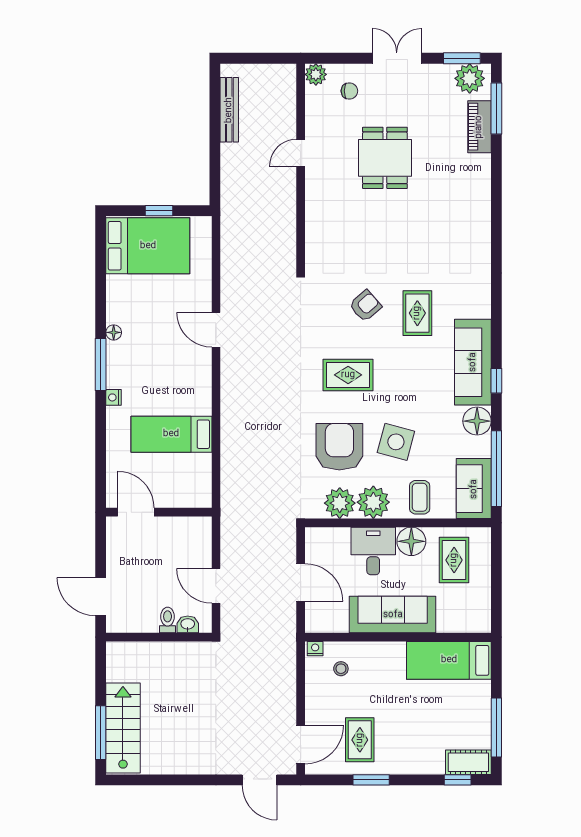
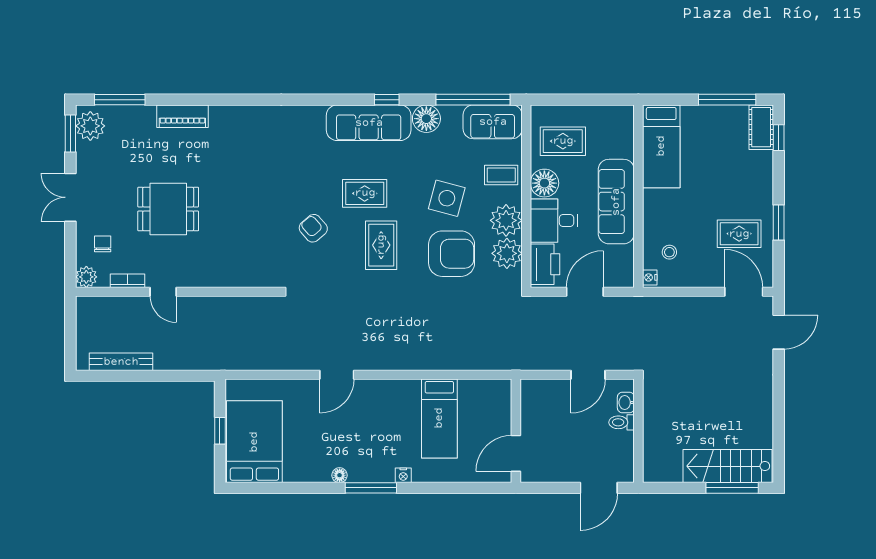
bookcase: (312, 116) -> (127, 281), added
piano: (479, 127) -> (182, 116), moved
rug: (417, 313) -> (365, 193), moved
armchair: (339, 447) -> (452, 254), turned 180
printer: (329, 542) -> (545, 264), added

